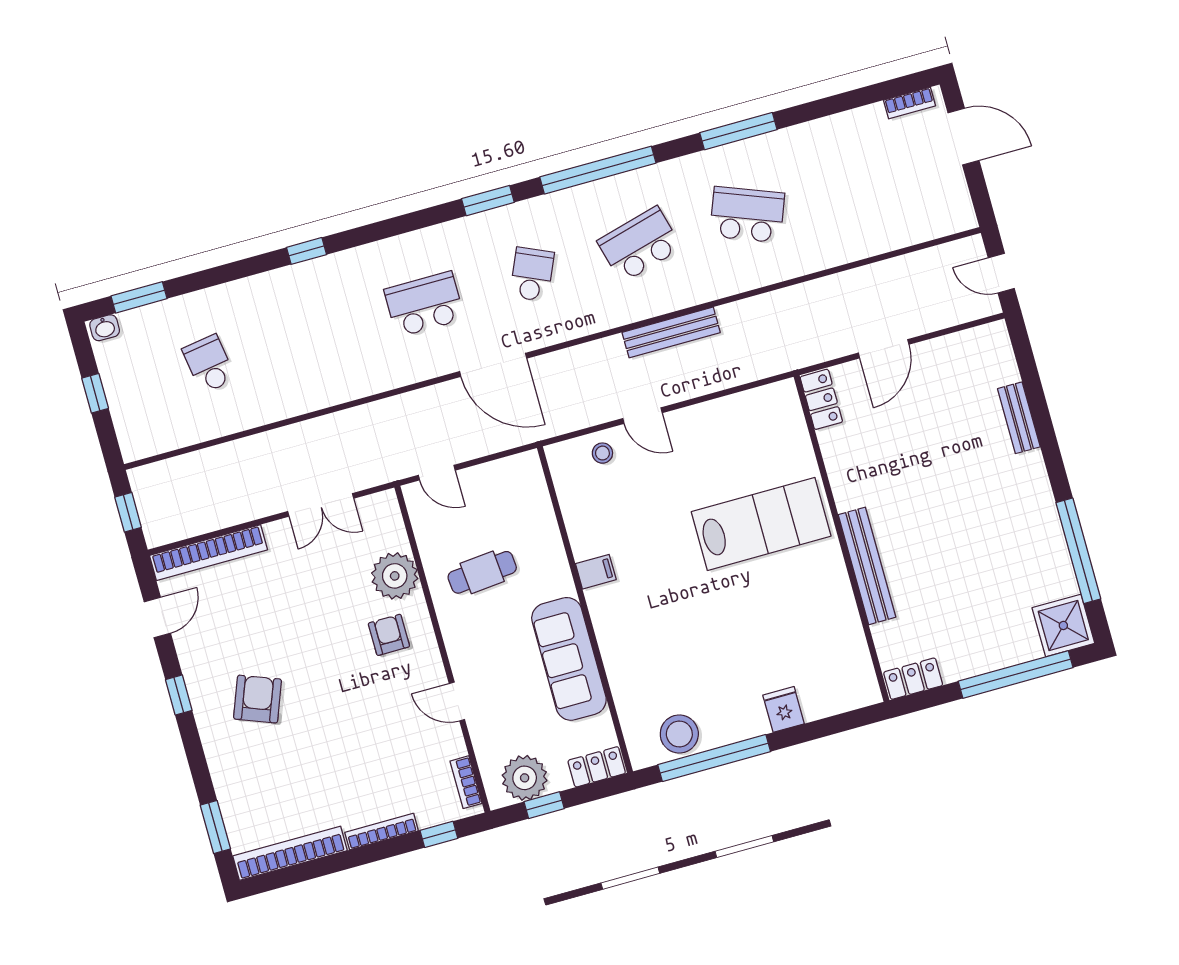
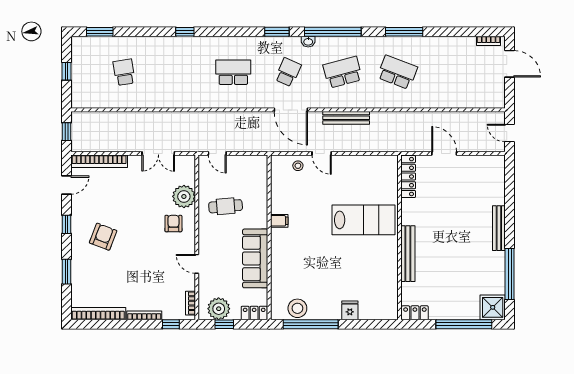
washbasin: (105, 328) -> (308, 42), moved
door: (884, 349) -> (444, 153), swing flipped
door: (493, 365) -> (291, 110), moved
locker: (821, 399) -> (408, 177), width x1.53
bench: (1019, 418) -> (499, 228), moved, width x1.36
window: (215, 827) -> (66, 272), moved

